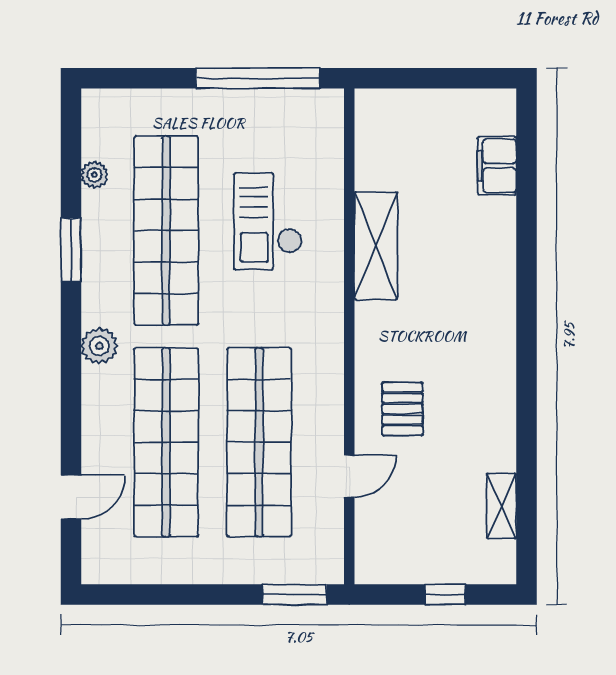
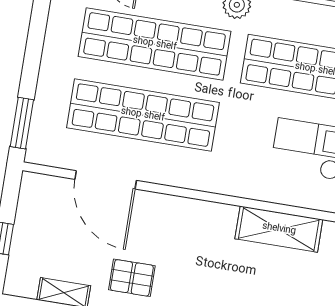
pallet: (402, 409) -> (132, 278), moved
door: (349, 476) -> (106, 180), width x1.88

